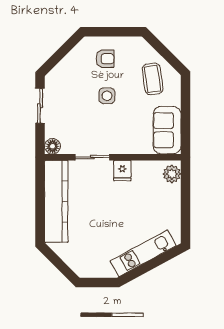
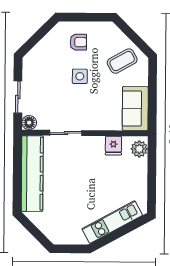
coffee table: (153, 79) -> (122, 61), turned 69
sliding door: (40, 106) -> (18, 97), moved
fridge: (122, 171) -> (113, 146), moved

